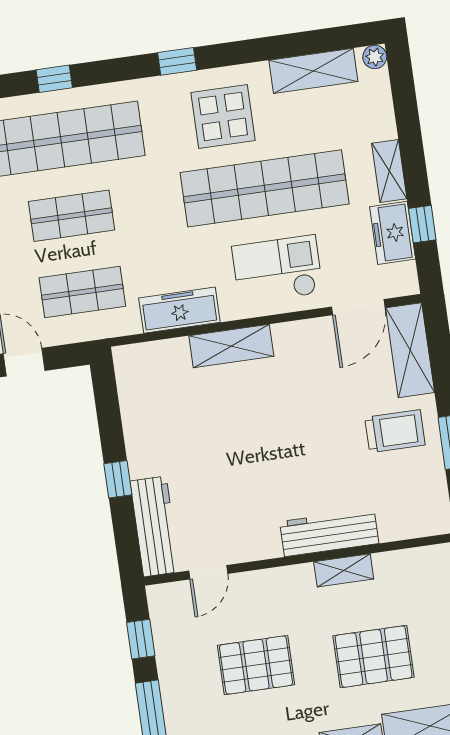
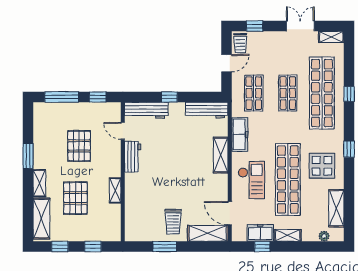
plant: (375, 57) -> (324, 236), moved
workbench: (135, 391) -> (207, 110), added
workbench: (329, 533) -> (133, 157), moved, width x0.73

